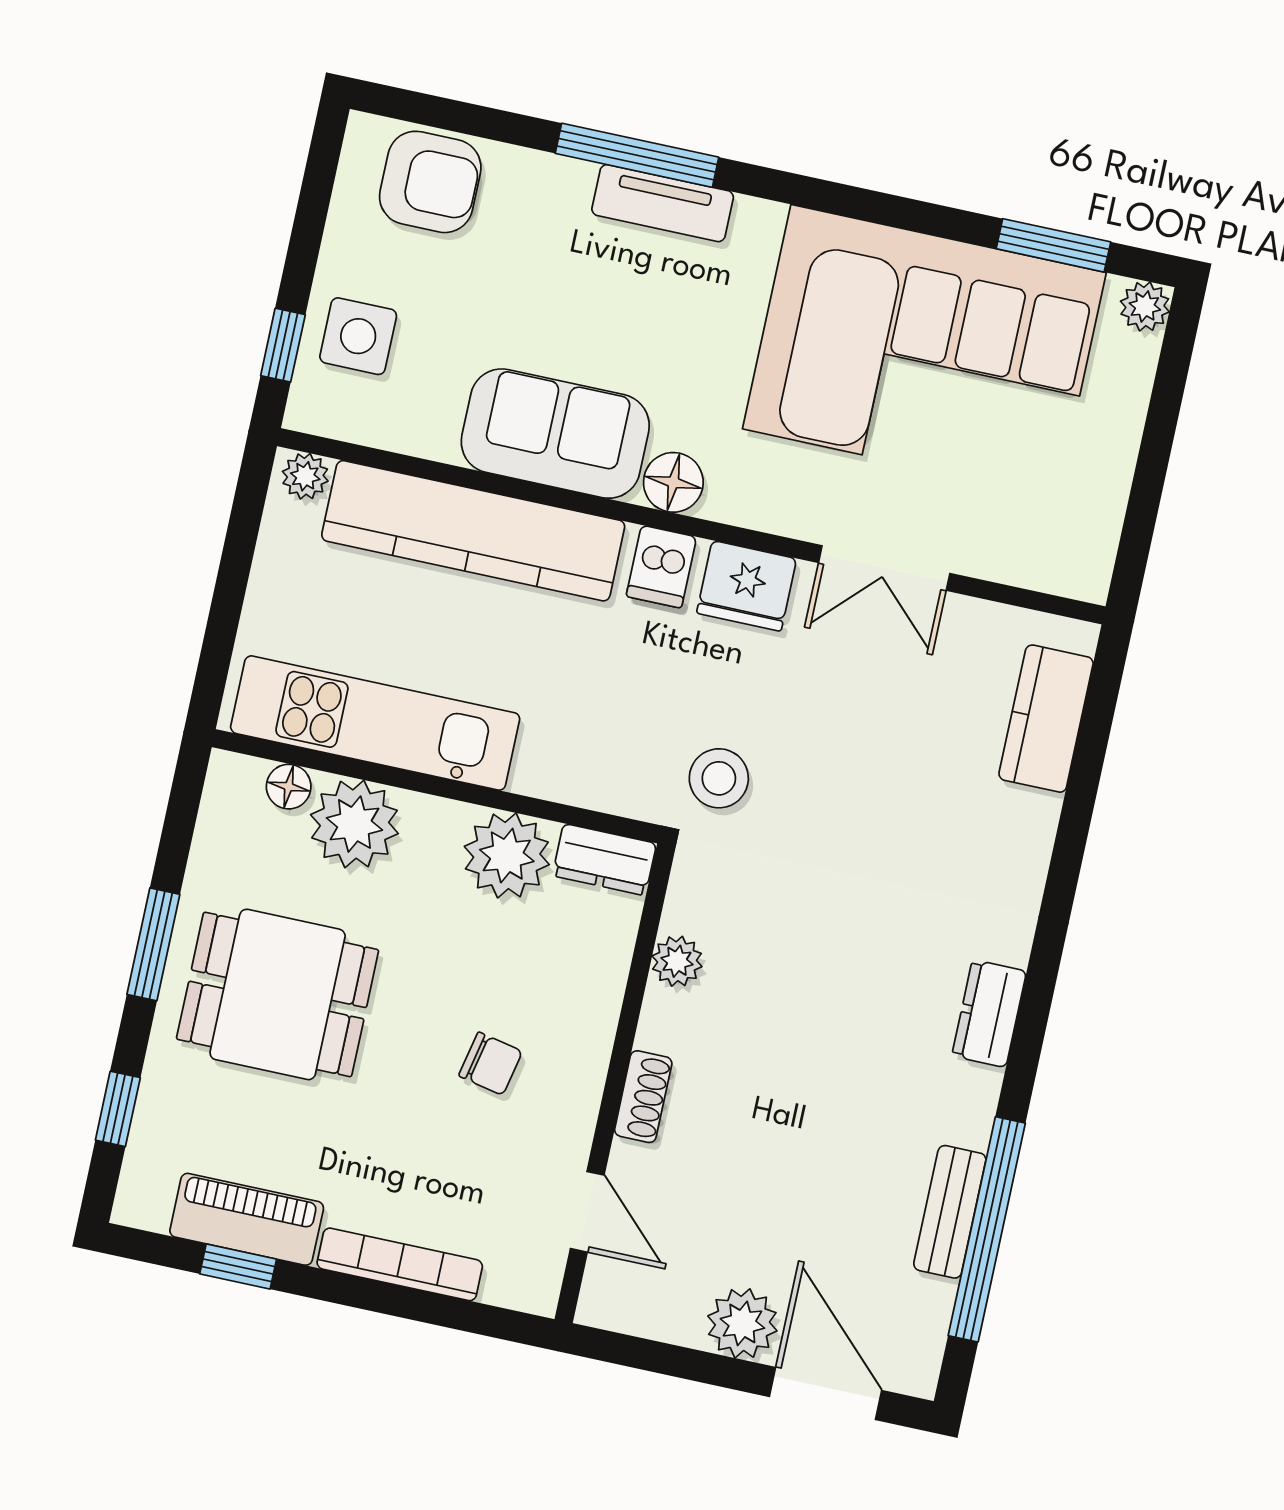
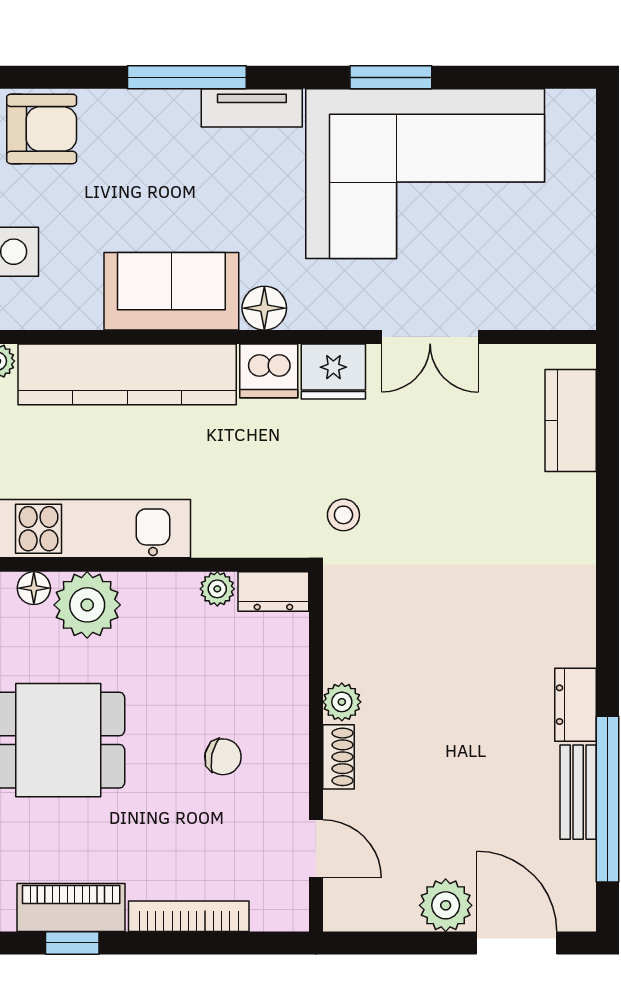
tv unit: (663, 203) -> (252, 108), moved
window: (1053, 245) -> (391, 77), moved
plant: (1145, 306) -> (578, 107), removed
dishwasher: (661, 567) -> (269, 371), width x1.38
stool: (719, 778) -> (343, 515), width x0.73, depth x0.73
plant: (507, 856) -> (217, 589), width x0.53, depth x0.53
plant: (677, 961) -> (342, 702), moved
dresser: (989, 1014) -> (576, 705), moved

